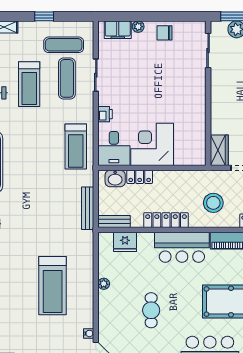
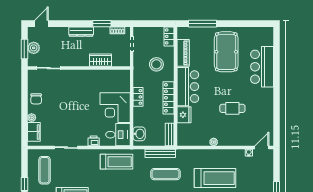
exercise mat: (67, 78) -> (165, 174), moved
wardrobe: (219, 150) -> (101, 60), moved
locker: (140, 177) -> (138, 97), moved
fridge: (125, 242) -> (184, 115), moved

